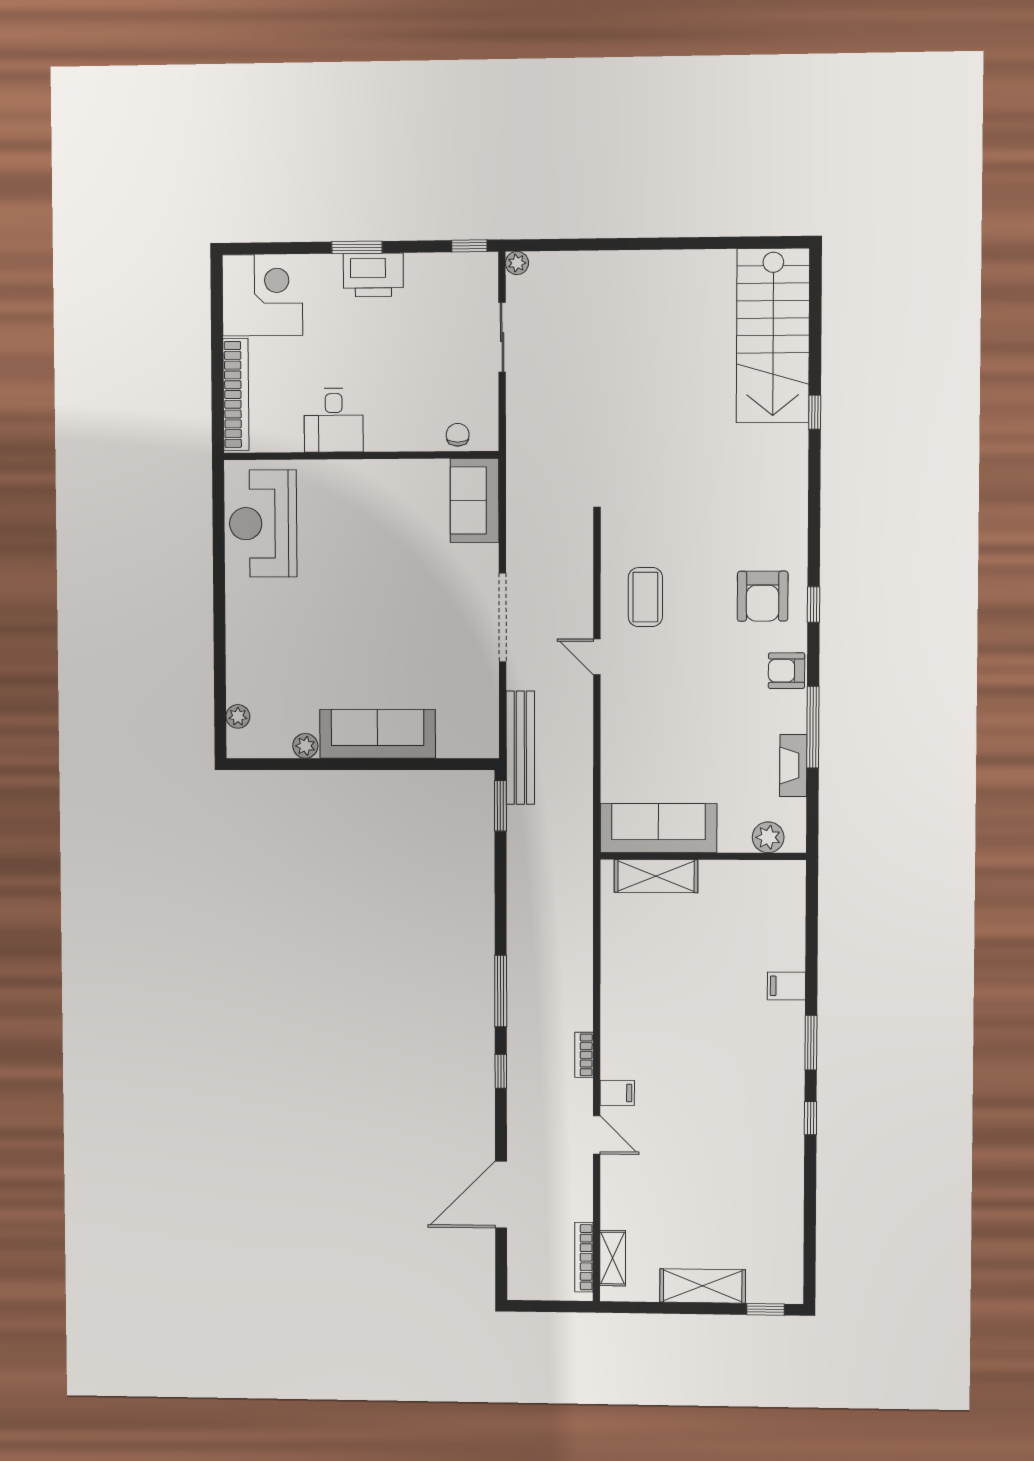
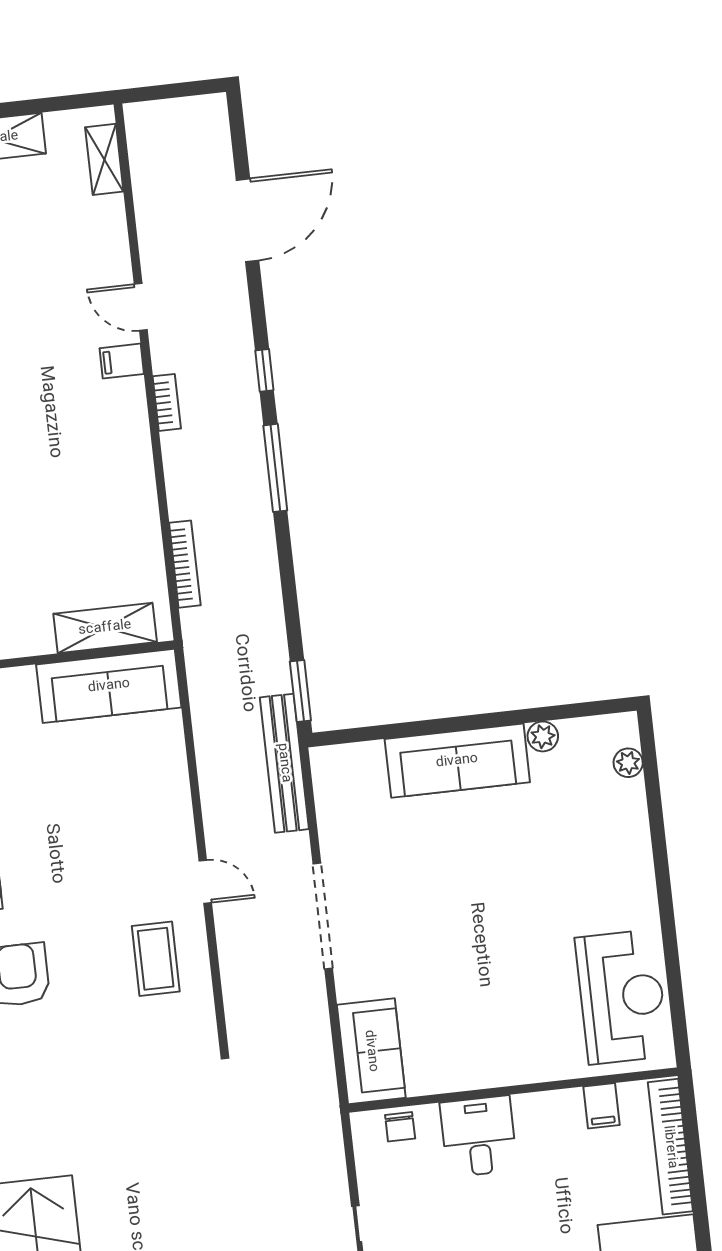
desk: (334, 420) -> (479, 1136), moved
filing cabinet: (289, 435) -> (602, 1106), added
bookcase: (584, 1257) -> (185, 564), moved

